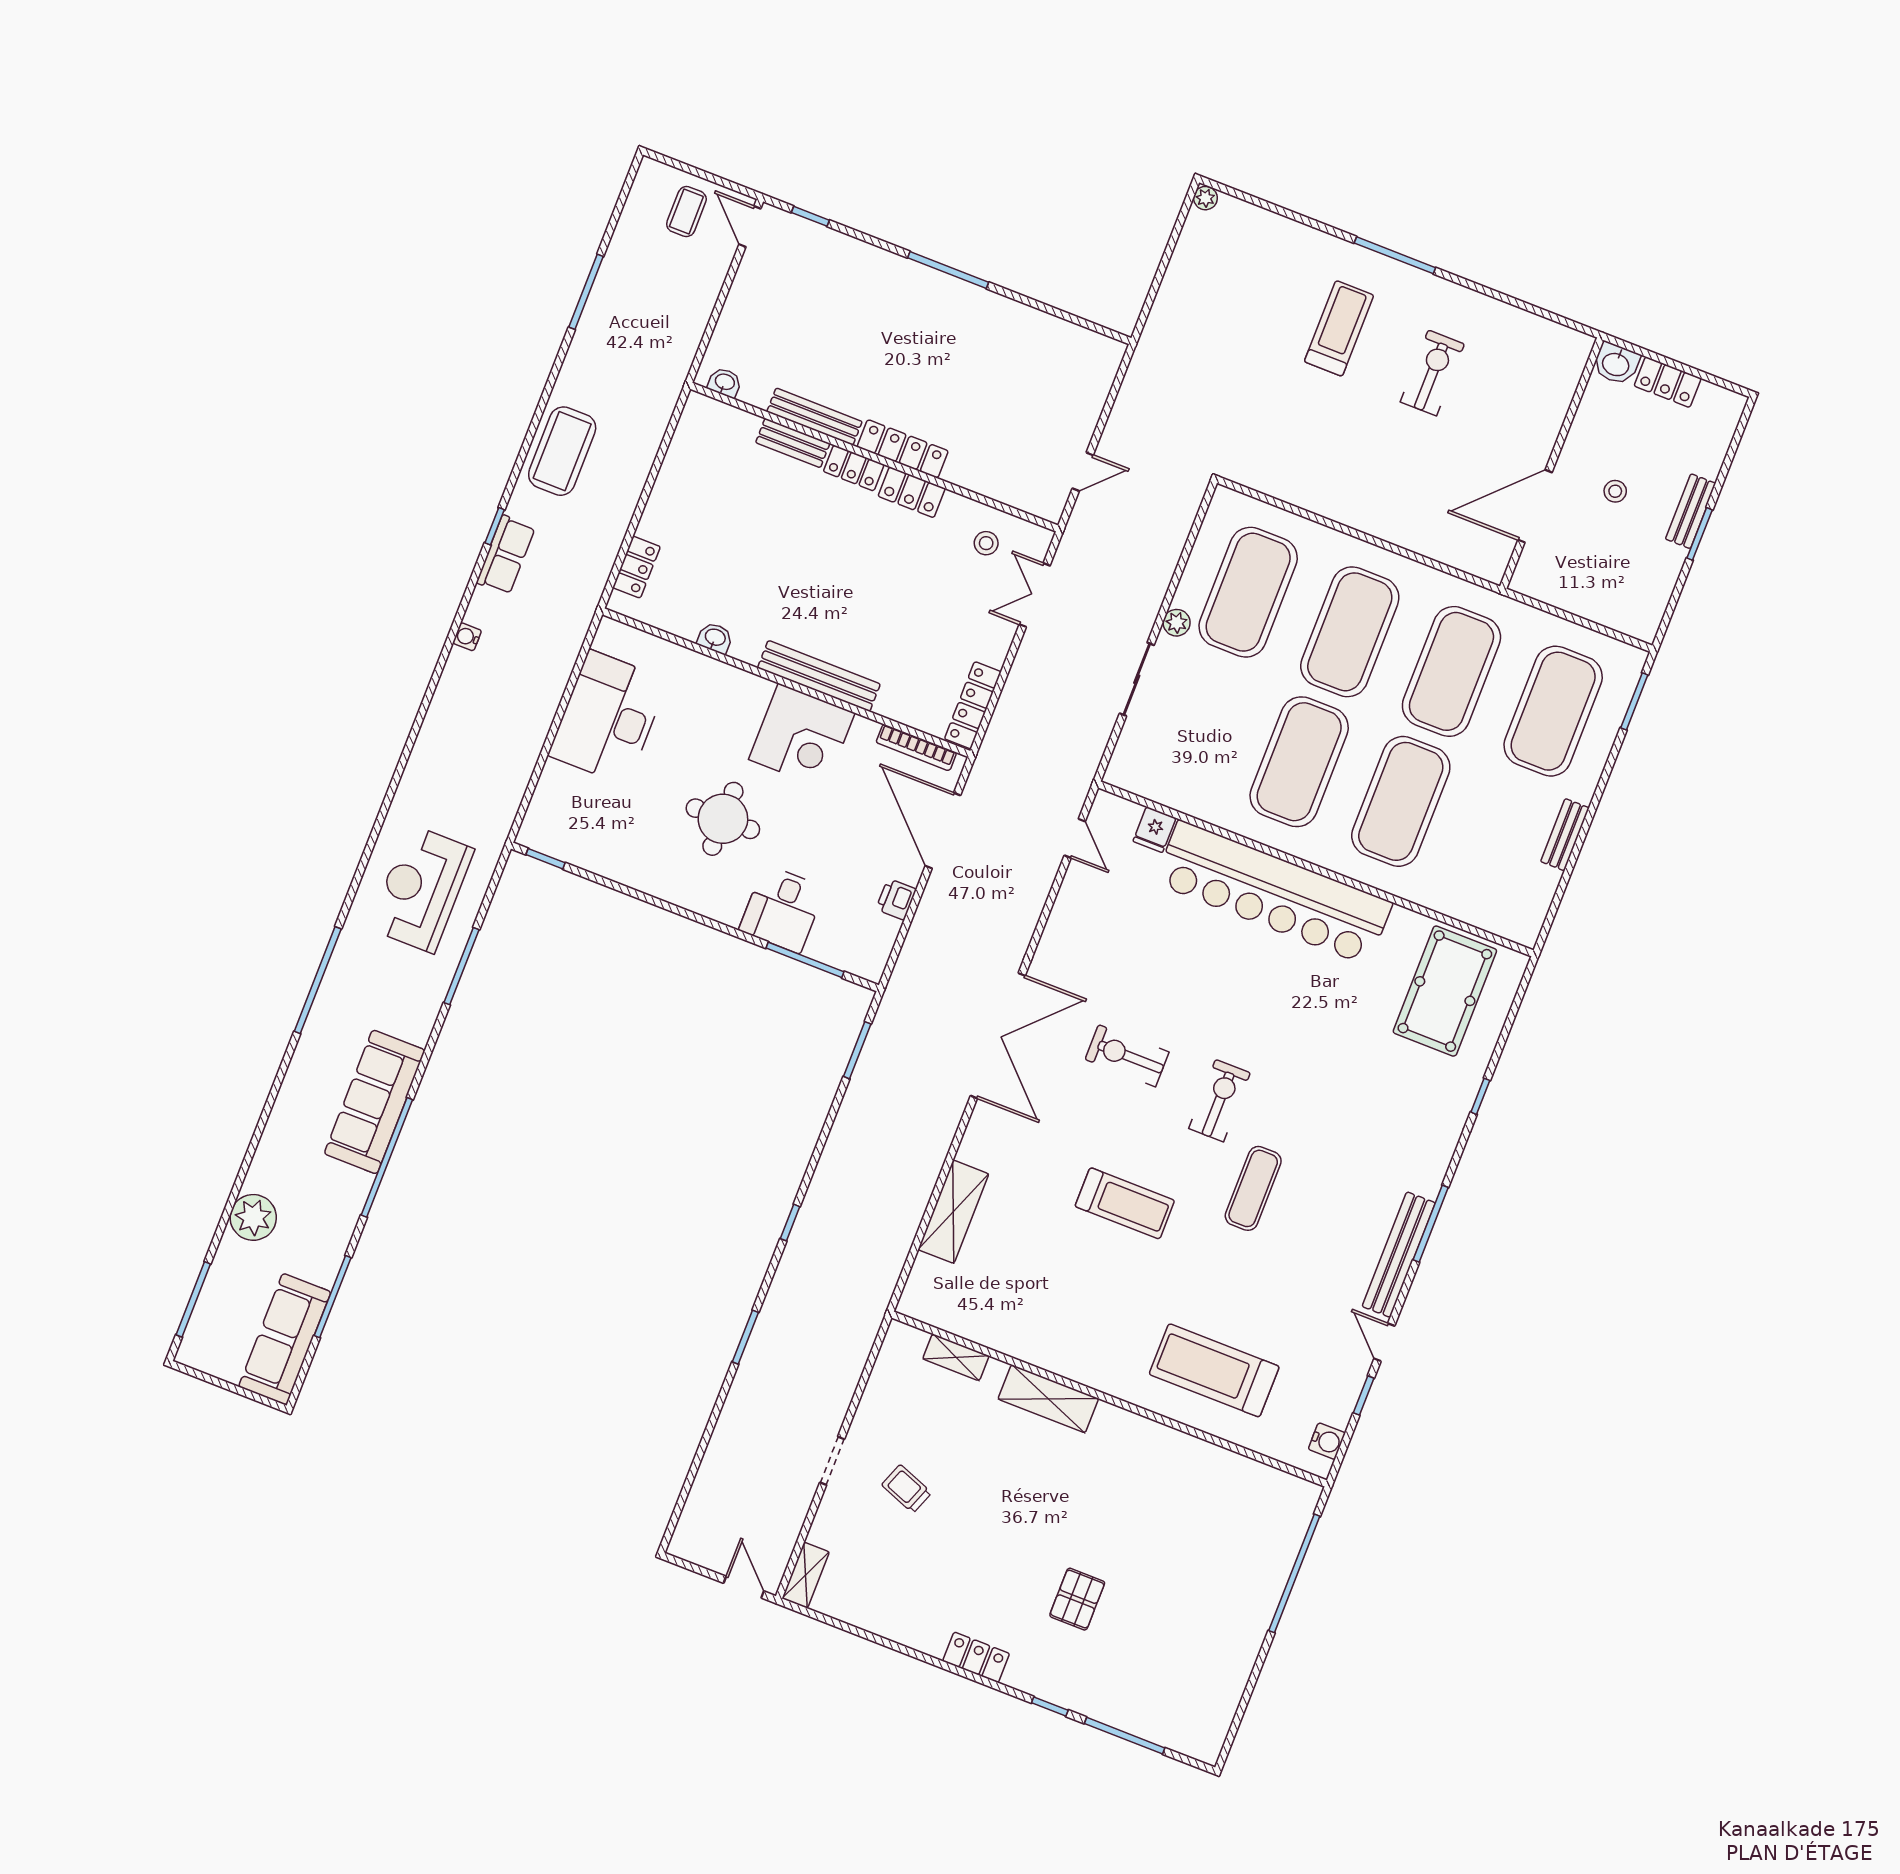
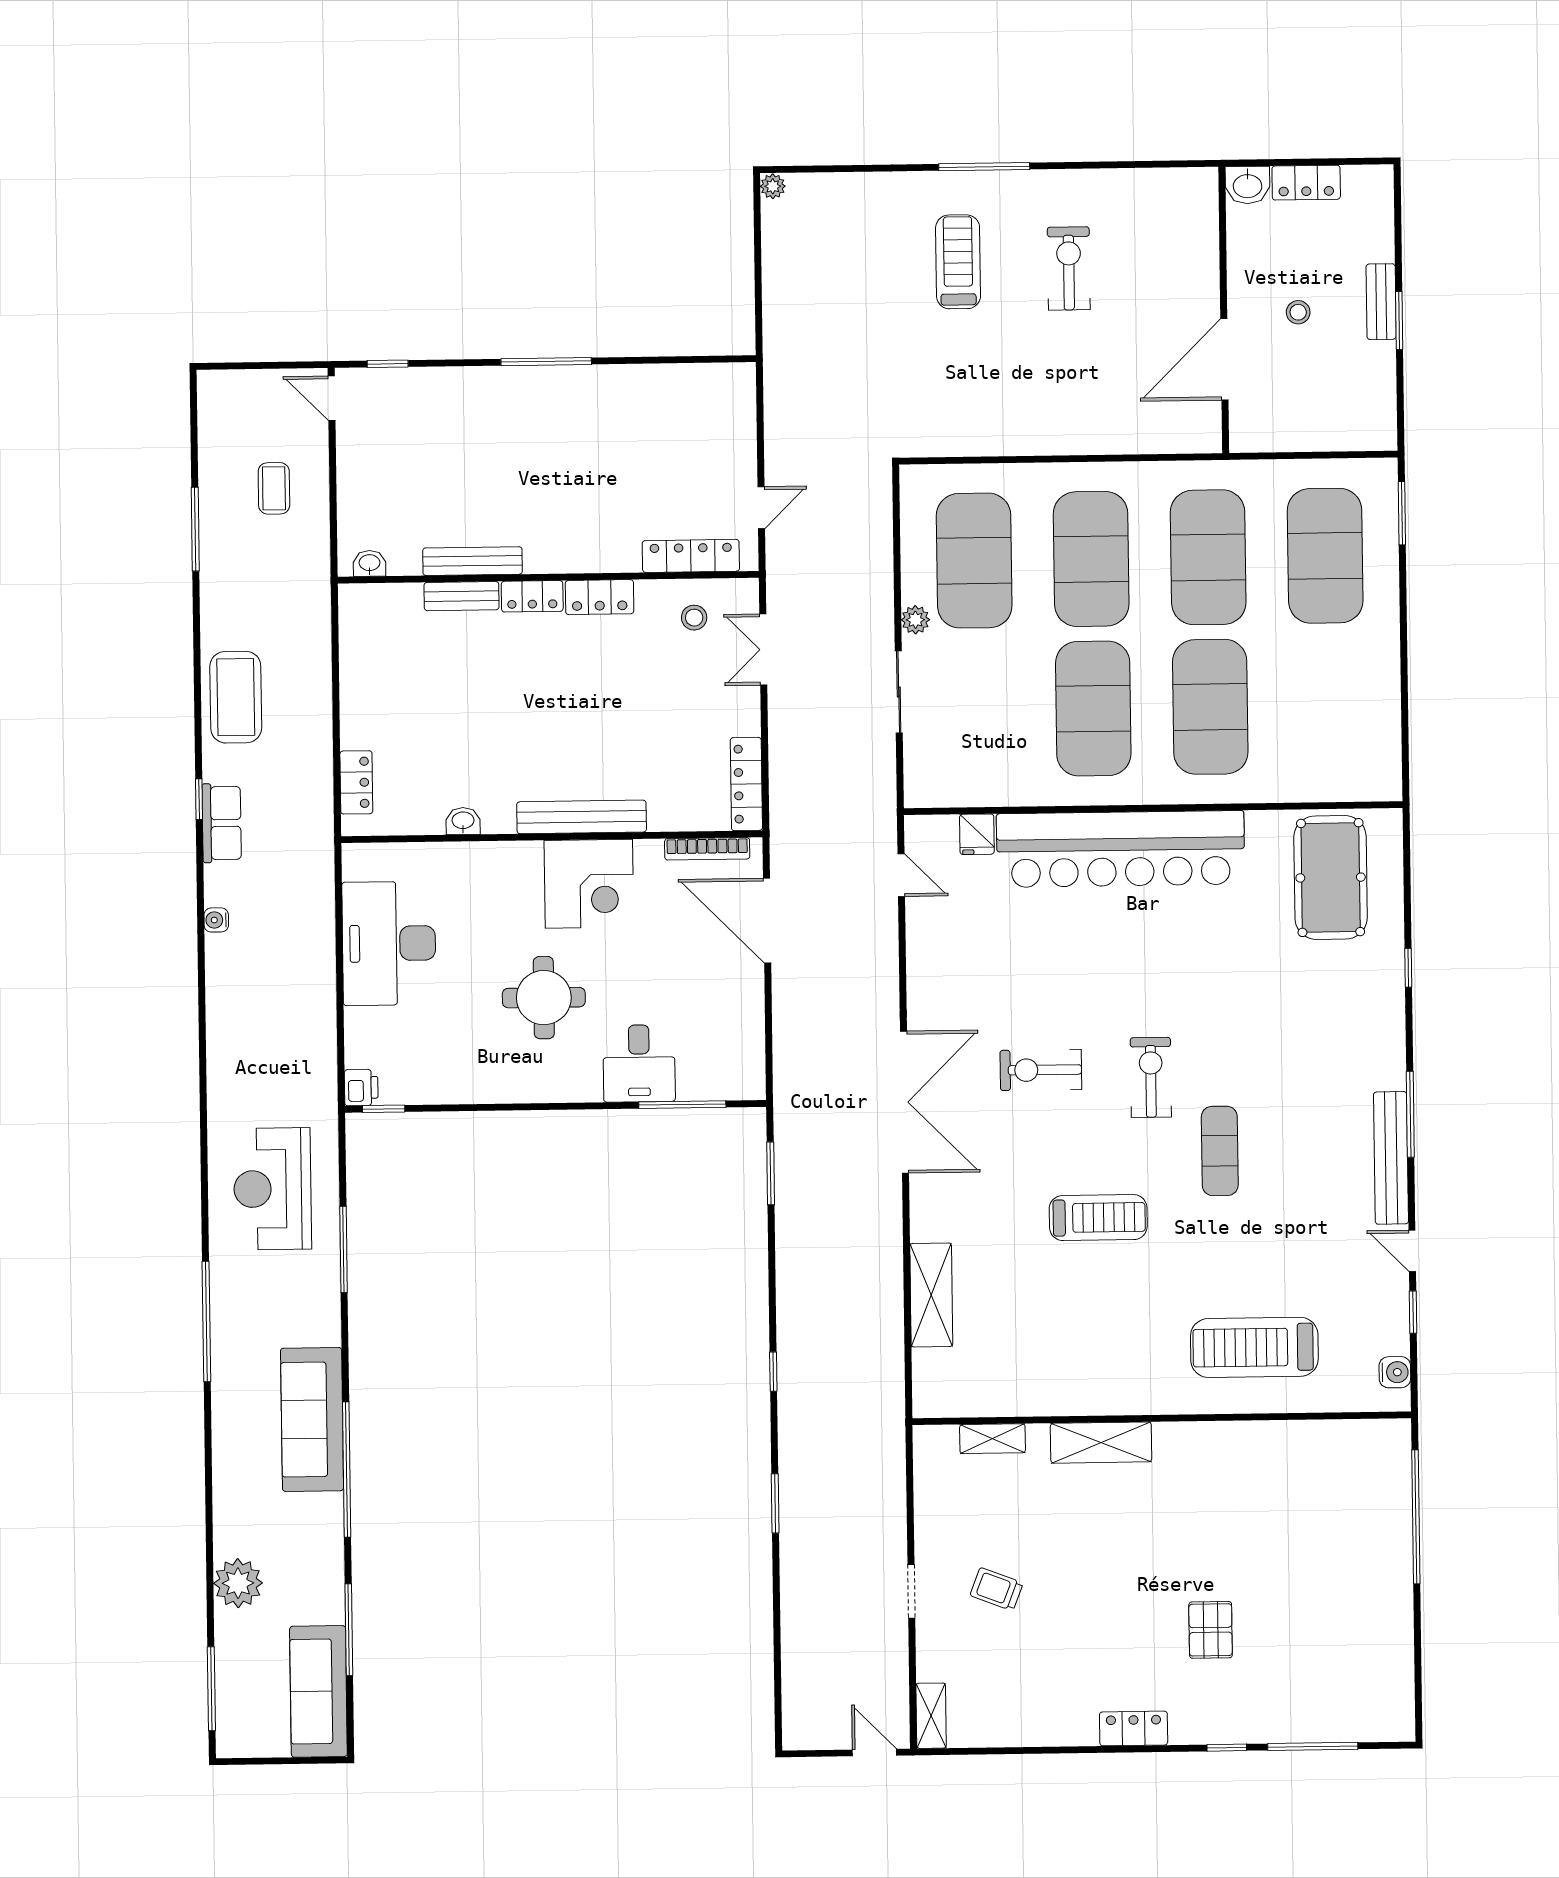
coffee table: (686, 212) -> (274, 488), moved
locker: (903, 449) -> (691, 556), moved
bench: (1565, 835) -> (1387, 674), removed
printer: (896, 899) -> (361, 1088), moved, turned 180

